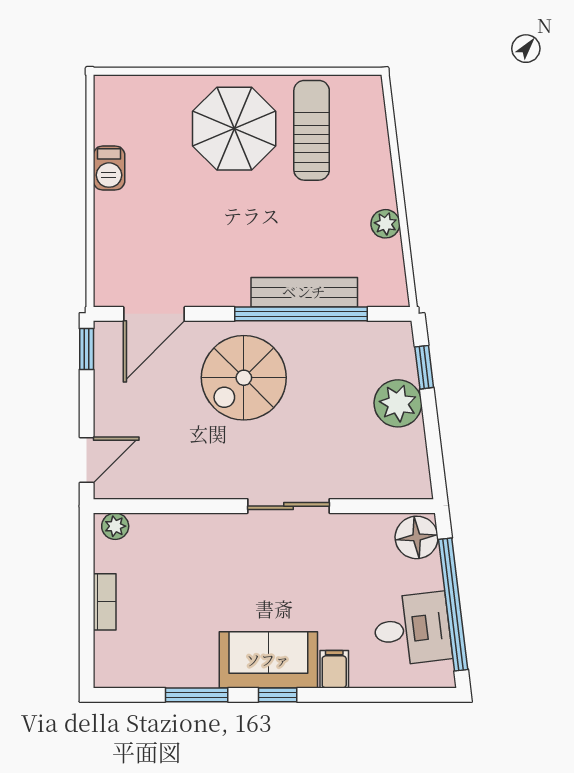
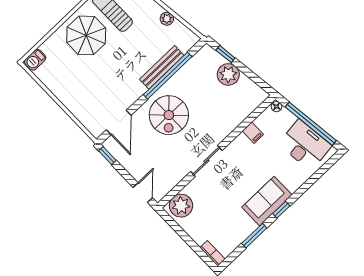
barbecue: (109, 168) -> (35, 60), moved, turned 90
sliding door: (288, 506) -> (206, 161), moved
plant: (115, 526) -> (181, 206), width x1.88, depth x1.88
floor lamp: (417, 537) -> (277, 107), width x0.53, depth x0.53
bookcase: (105, 602) -> (213, 253), moved
desk: (412, 629) -> (305, 145), width x1.37
filing cabinet: (334, 669) -> (253, 133), moved, turned 180

